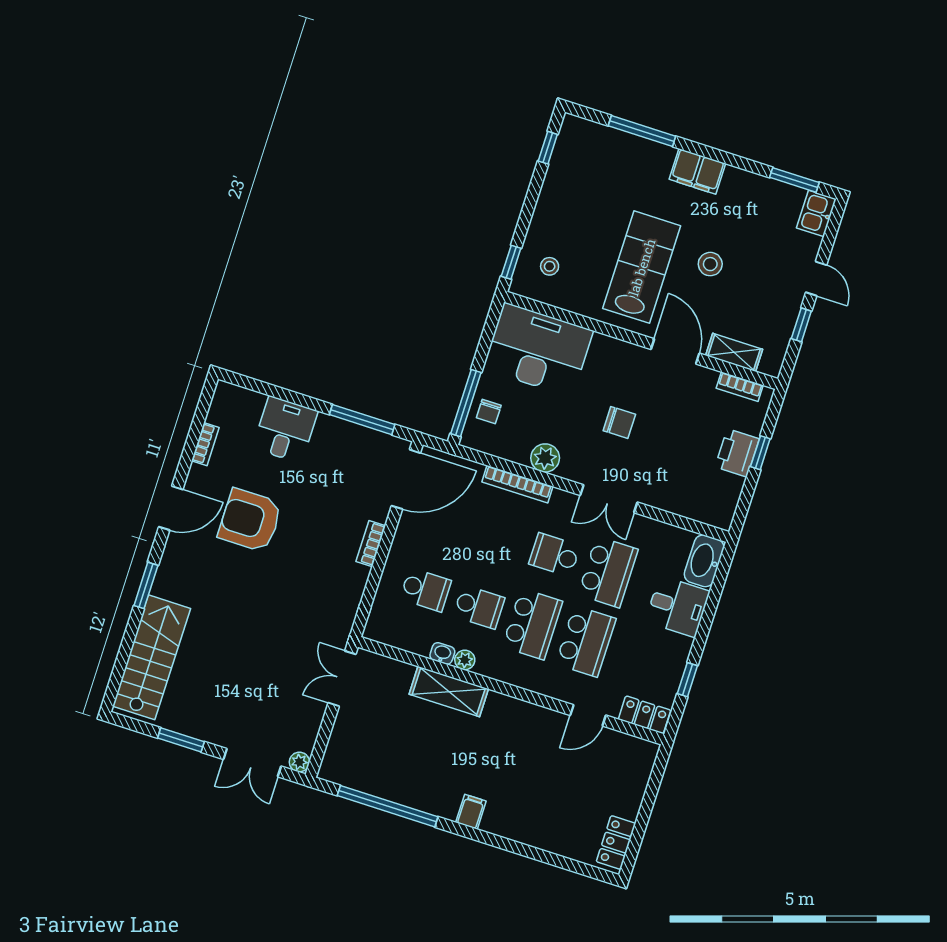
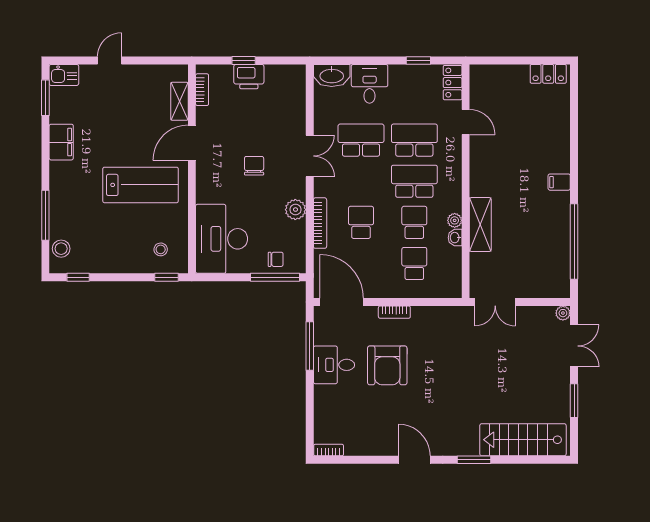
filing cabinet: (697, 171) -> (61, 142), moved
stool: (710, 264) -> (61, 249), moved
lab bench: (642, 267) -> (141, 185), turned 180
window: (801, 325) -> (145, 60), removed
desk: (285, 430) -> (334, 365), moved
bookcase: (205, 444) -> (329, 450), moved
armchair: (250, 520) -> (387, 365), moved
school desk: (555, 555) -> (361, 222), moved, turned 180

